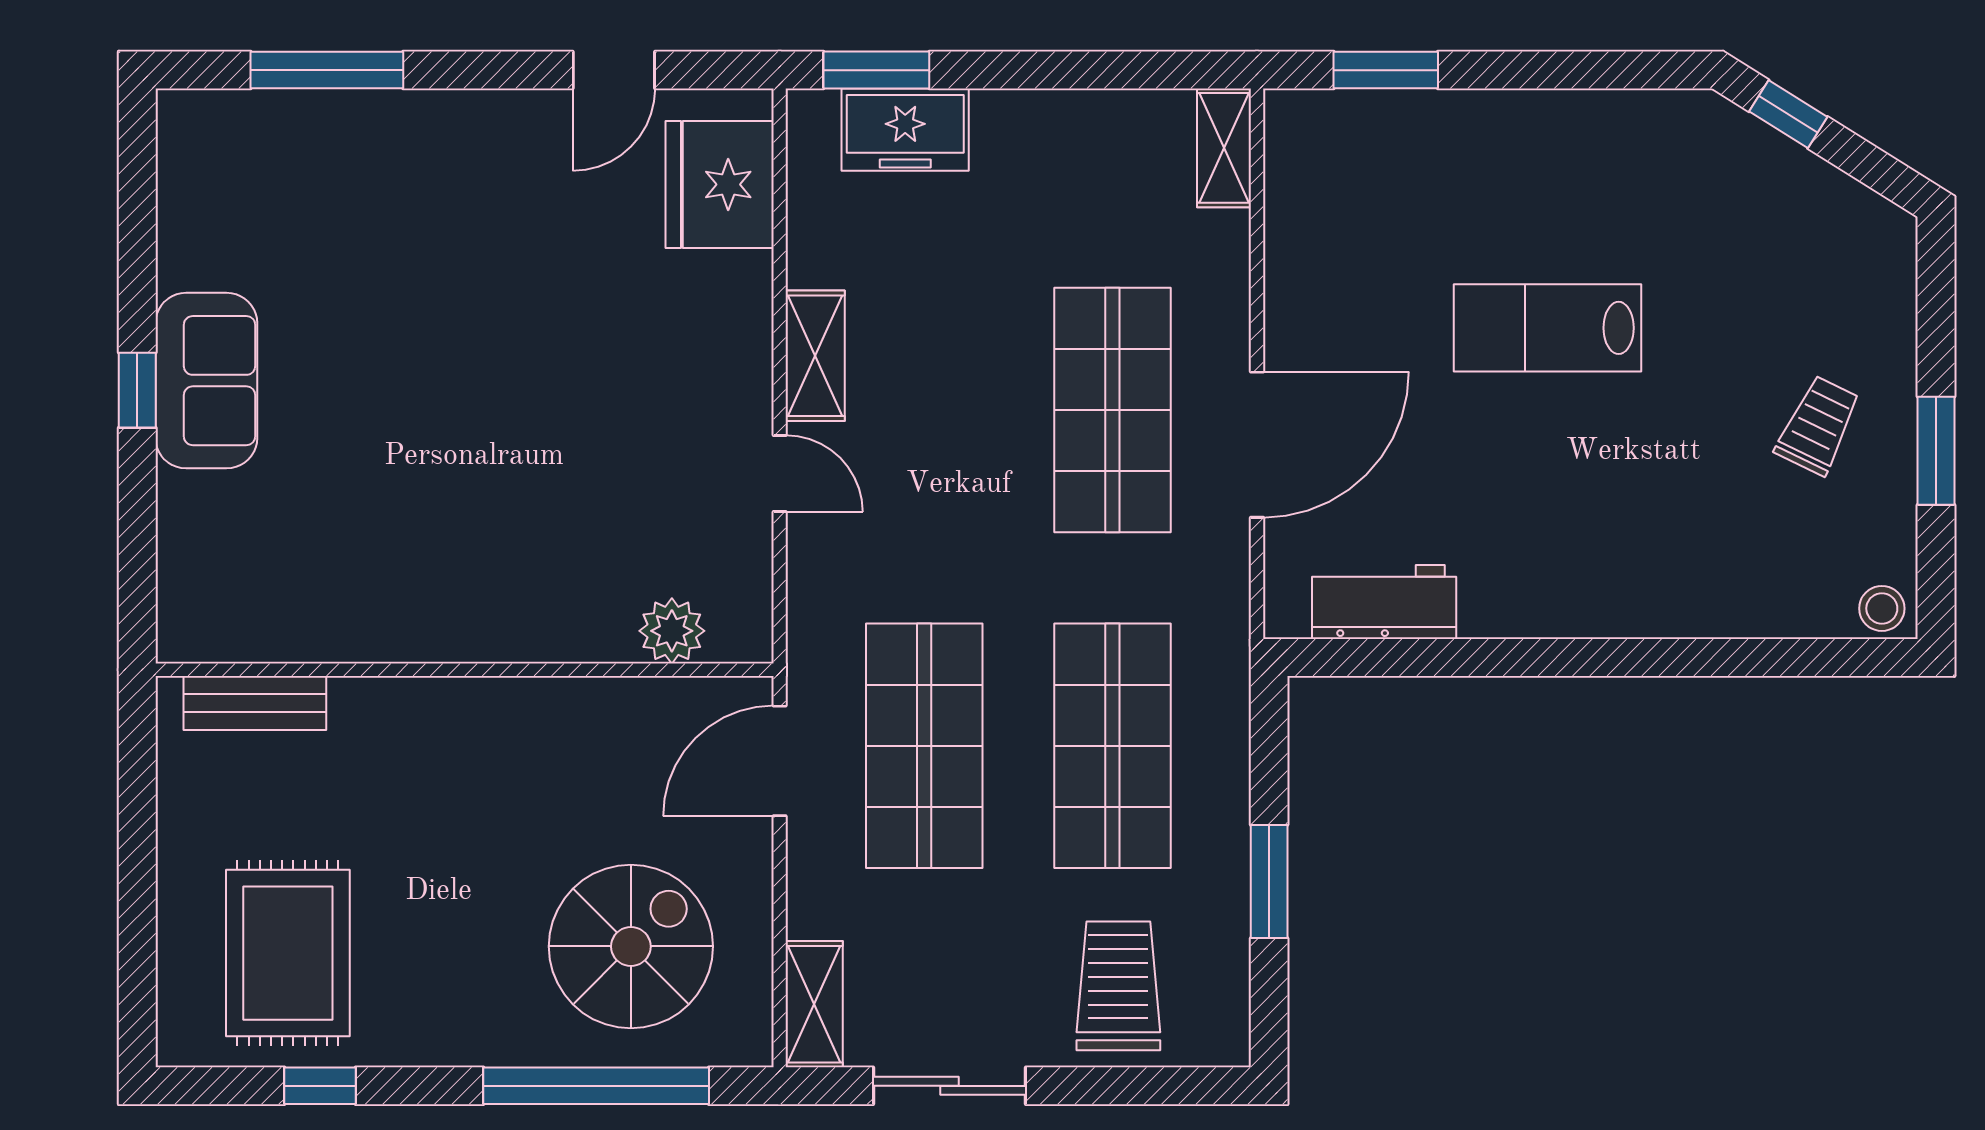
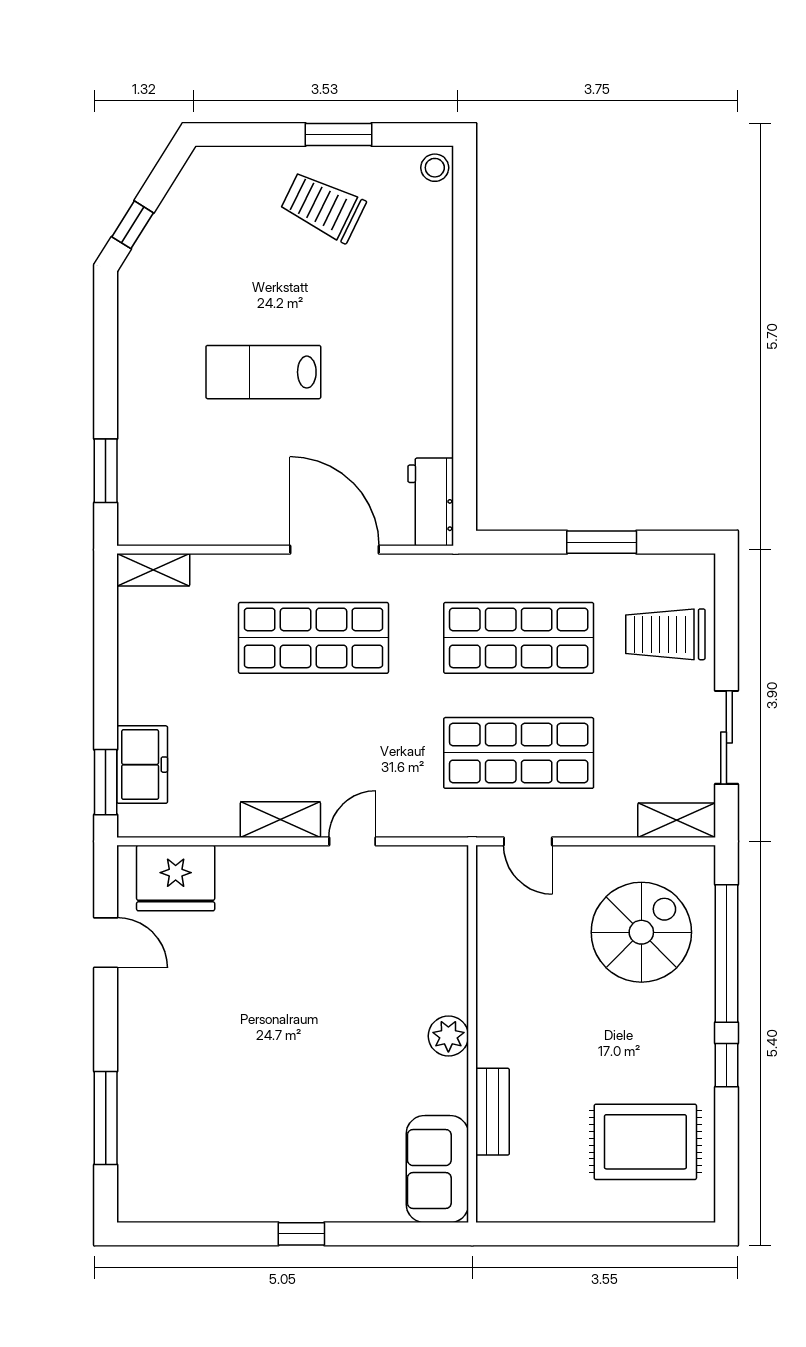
lab bench: (1547, 328) -> (263, 372), turned 90
sofa: (206, 381) -> (437, 1169), moved, turned -90
trolley: (1818, 426) -> (323, 207), width x1.36, depth x1.39
workbench: (1384, 602) -> (431, 502), moved
plant: (672, 631) -> (448, 1036), moved
bench: (255, 703) -> (493, 1112), moved
door: (780, 761) -> (528, 841), width x0.73
spiral stairs: (631, 946) -> (641, 932), turned 90
window: (320, 1086) -> (726, 1065), moved

